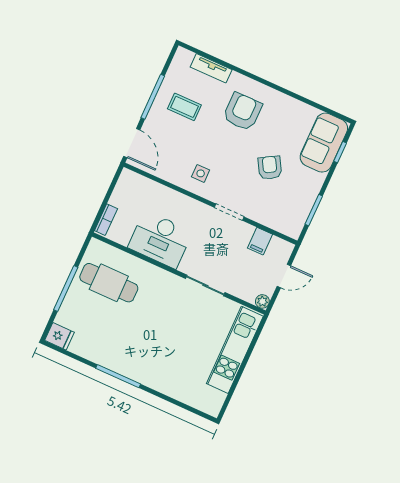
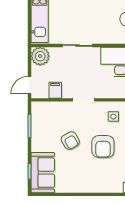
armchair: (242, 112) -> (103, 147), moved
door: (284, 276) -> (29, 85), moved
plant: (262, 301) -> (40, 56), width x1.87, depth x1.87

